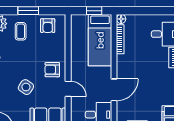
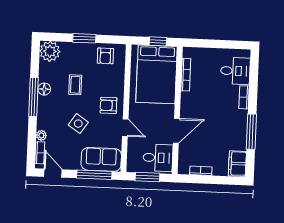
floor lamp: (121, 19) -> (188, 52), removed
coffee table: (21, 31) -> (75, 85), moved
bed: (100, 40) -> (157, 74), width x1.50

